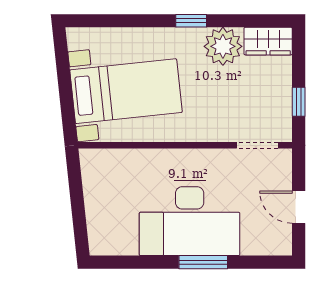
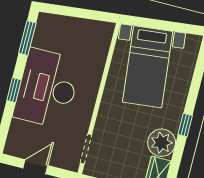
window: (129, 262) -> (27, 38), added
window: (203, 262) -> (14, 90), width x0.67

